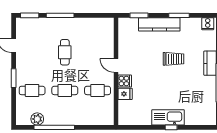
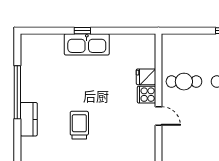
trolley: (173, 59) -> (79, 125), turned 90

